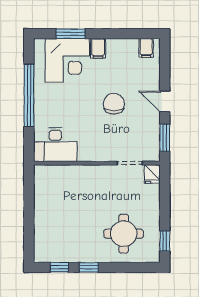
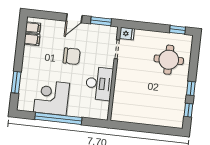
filing cabinet: (98, 48) -> (32, 39), moved
corner desk: (67, 60) -> (52, 98), moved, turned -90
chair: (114, 104) -> (72, 56), turned 180
desk: (55, 145) -> (99, 84), moved

